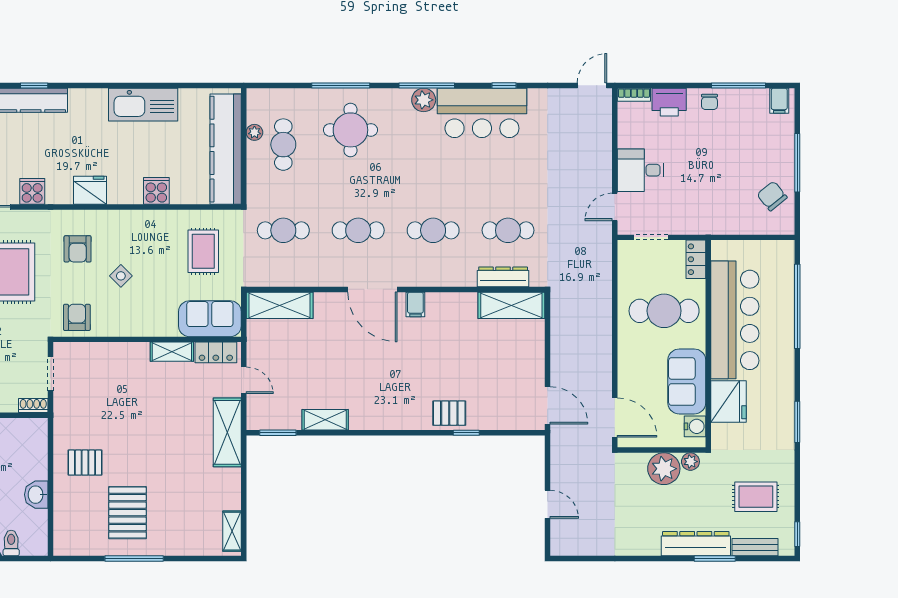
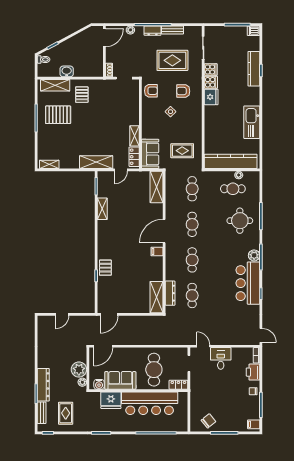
cooker: (156, 191) -> (211, 82), moved
shelving: (65, 519) -> (55, 85), added

